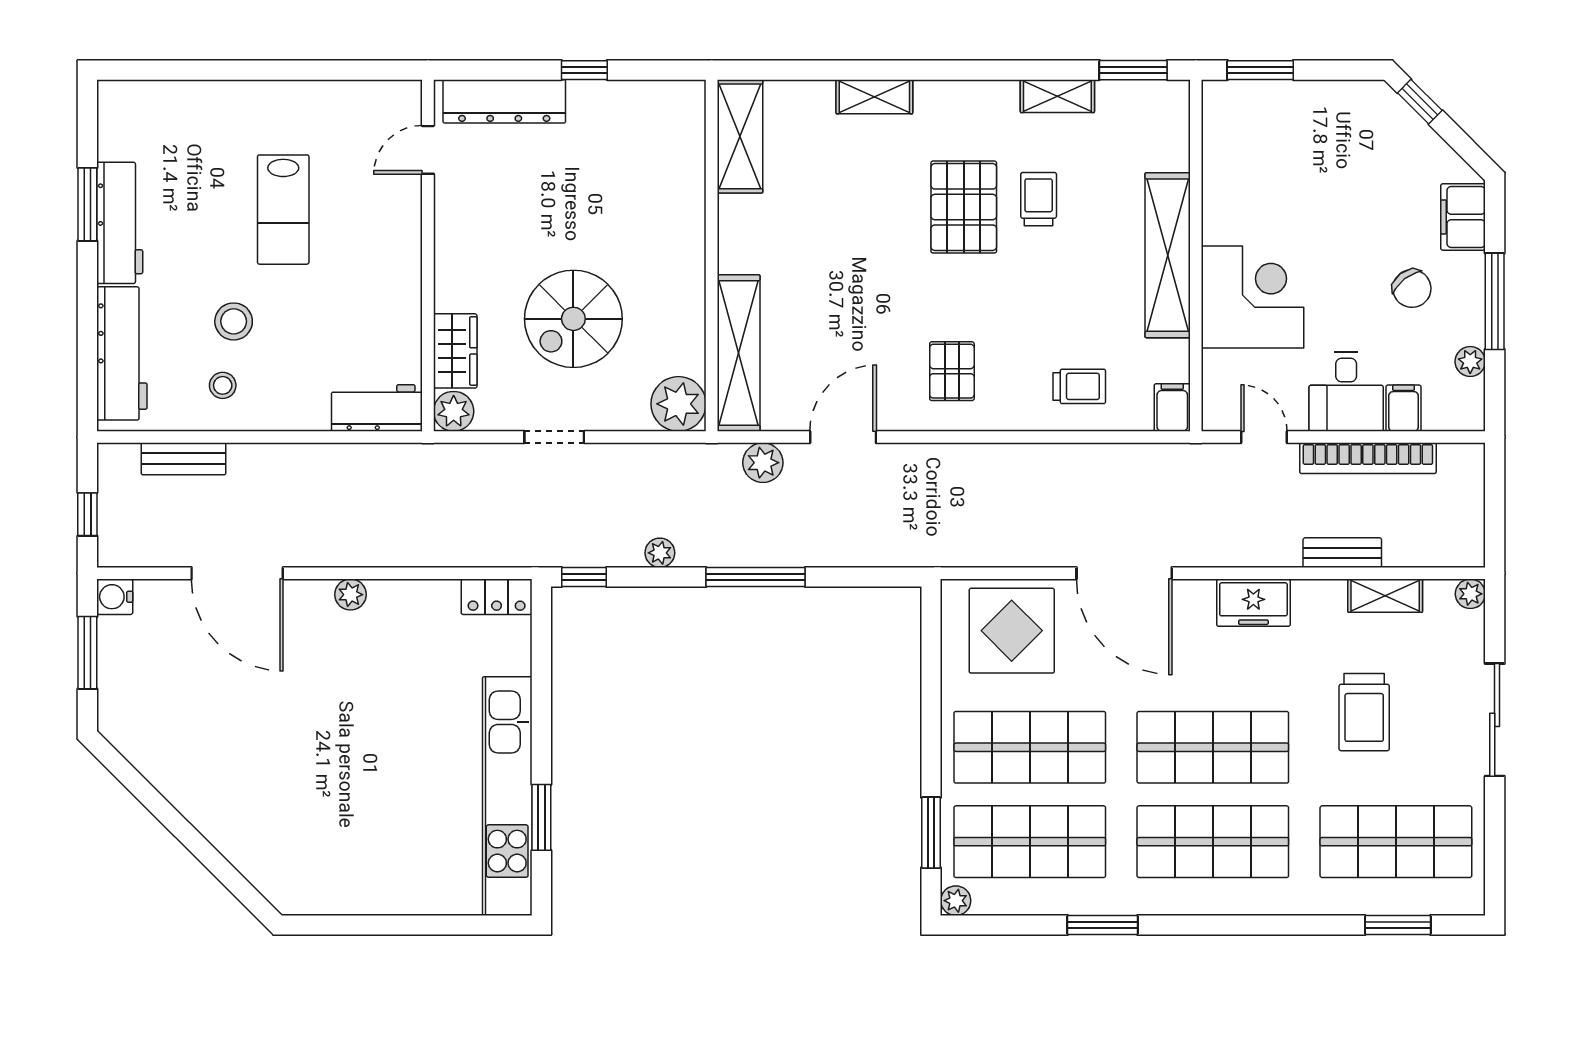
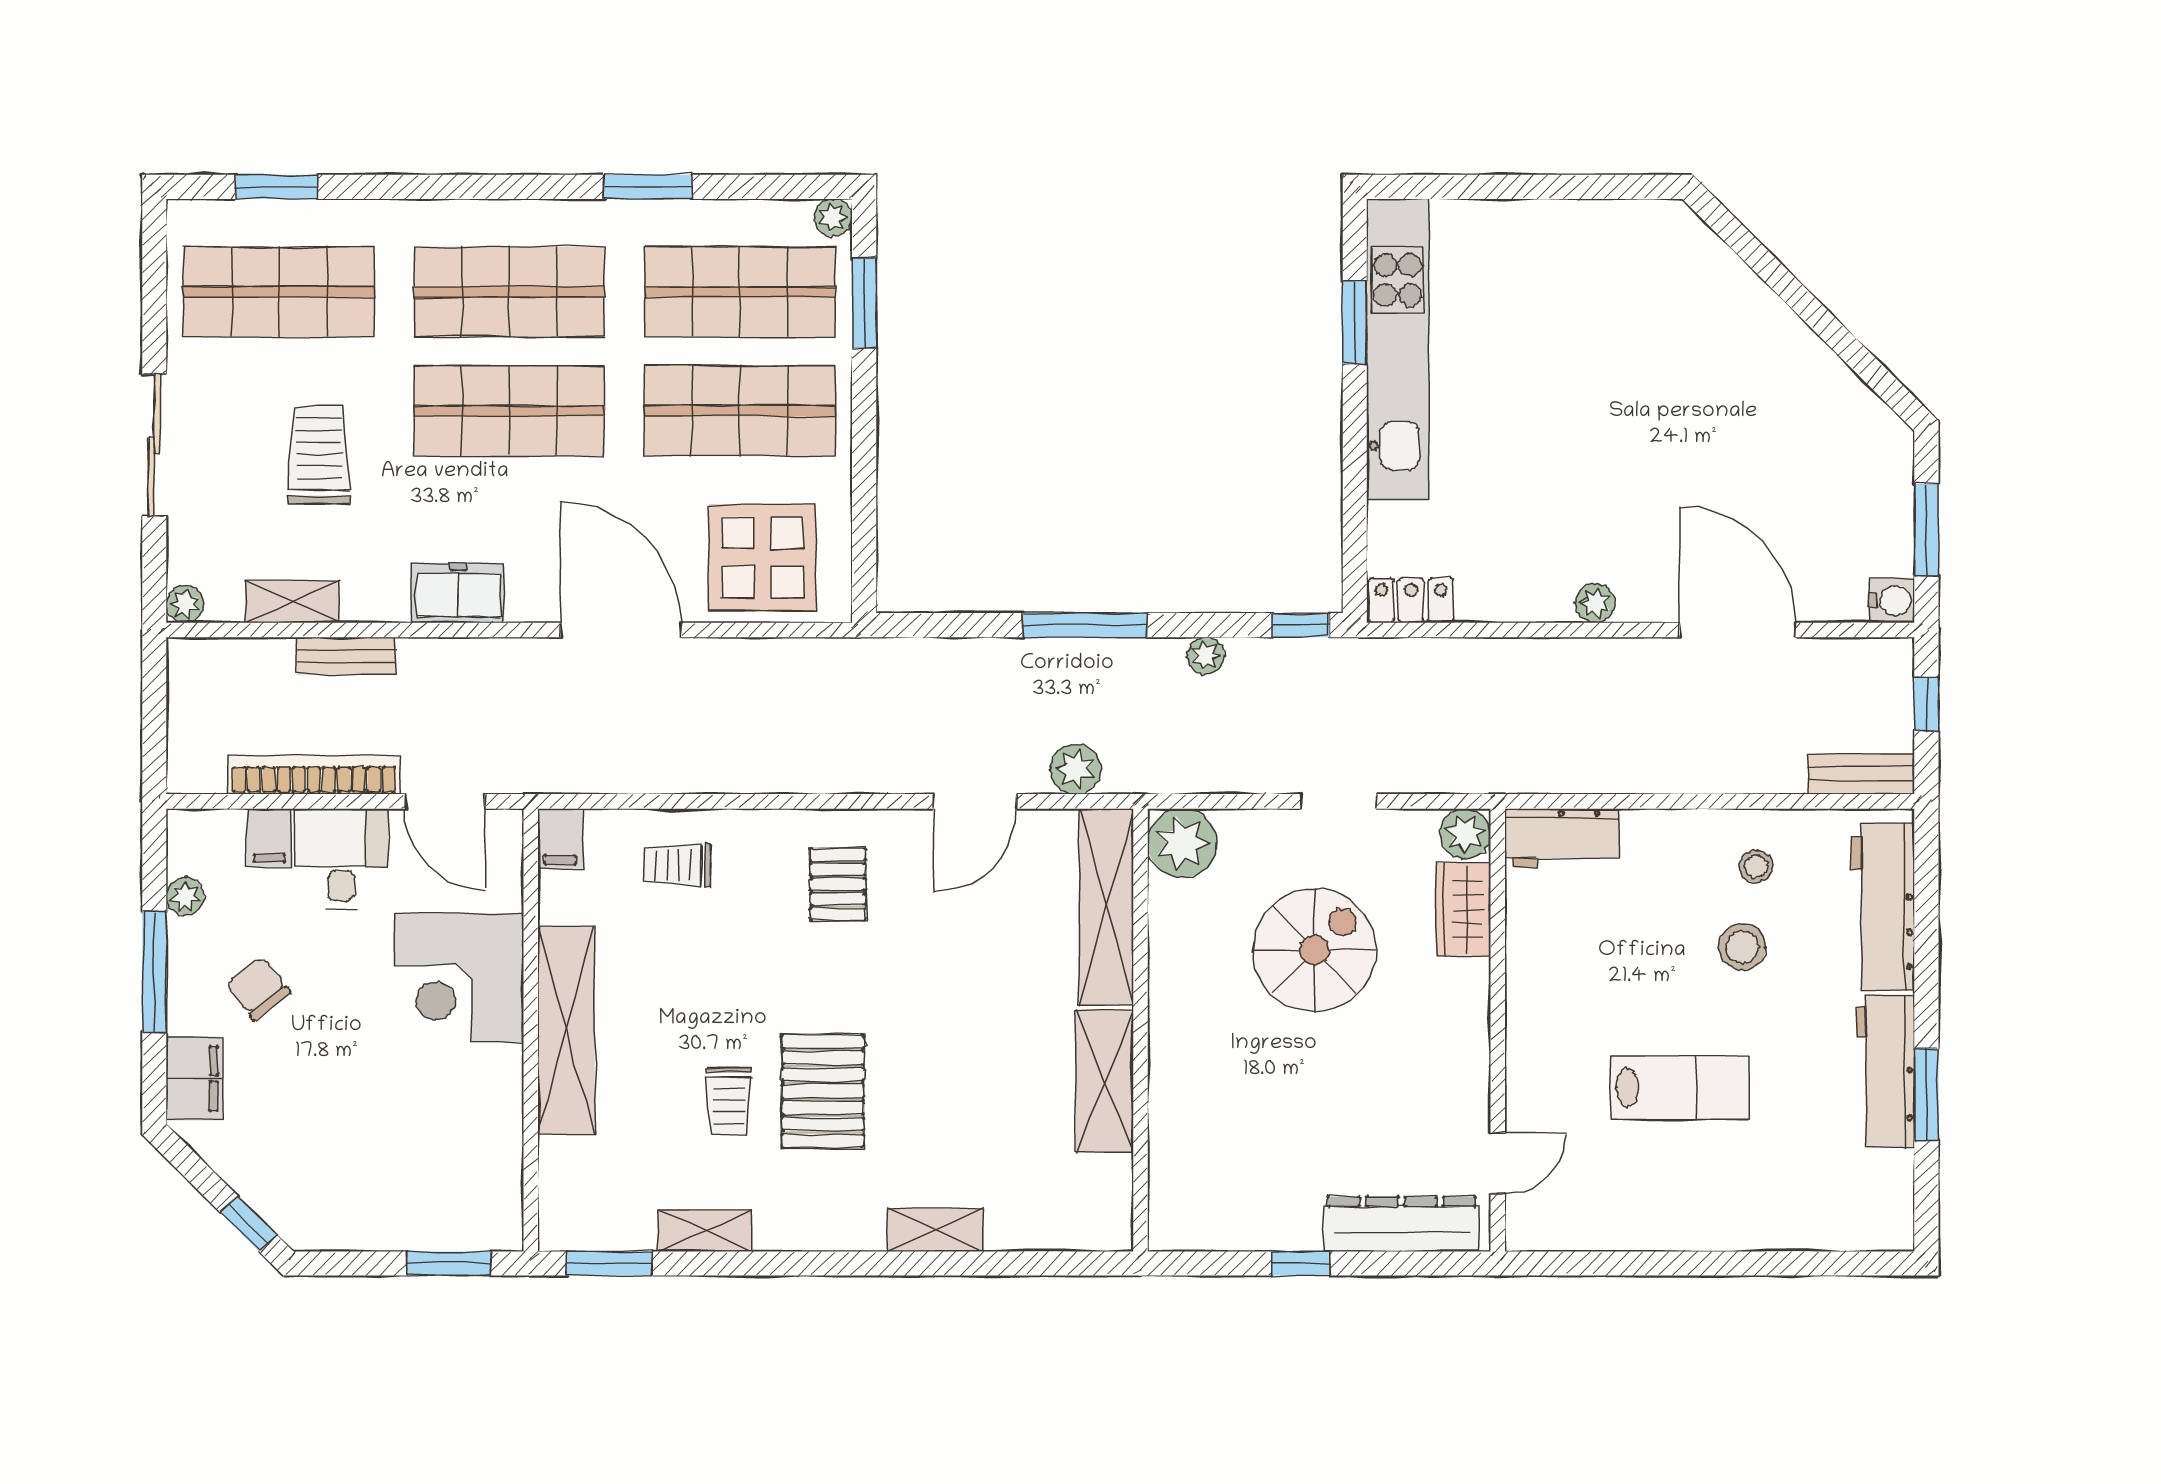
shelving: (740, 136) -> (1105, 1081), moved
lab bench: (283, 210) -> (1680, 1088), turned 90
door: (1264, 437) -> (445, 801), width x1.38
bench: (183, 459) -> (1861, 774), moved

